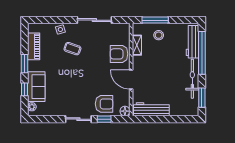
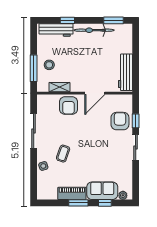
piano: (34, 46) -> (72, 193), moved
window: (202, 53) -> (67, 20), width x0.32
floor lamp: (125, 111) -> (127, 99), removed

